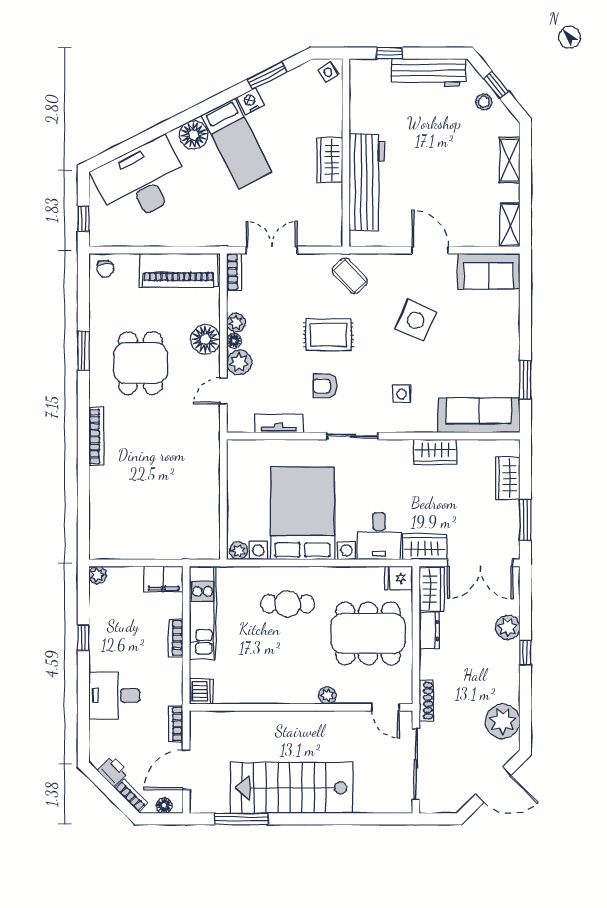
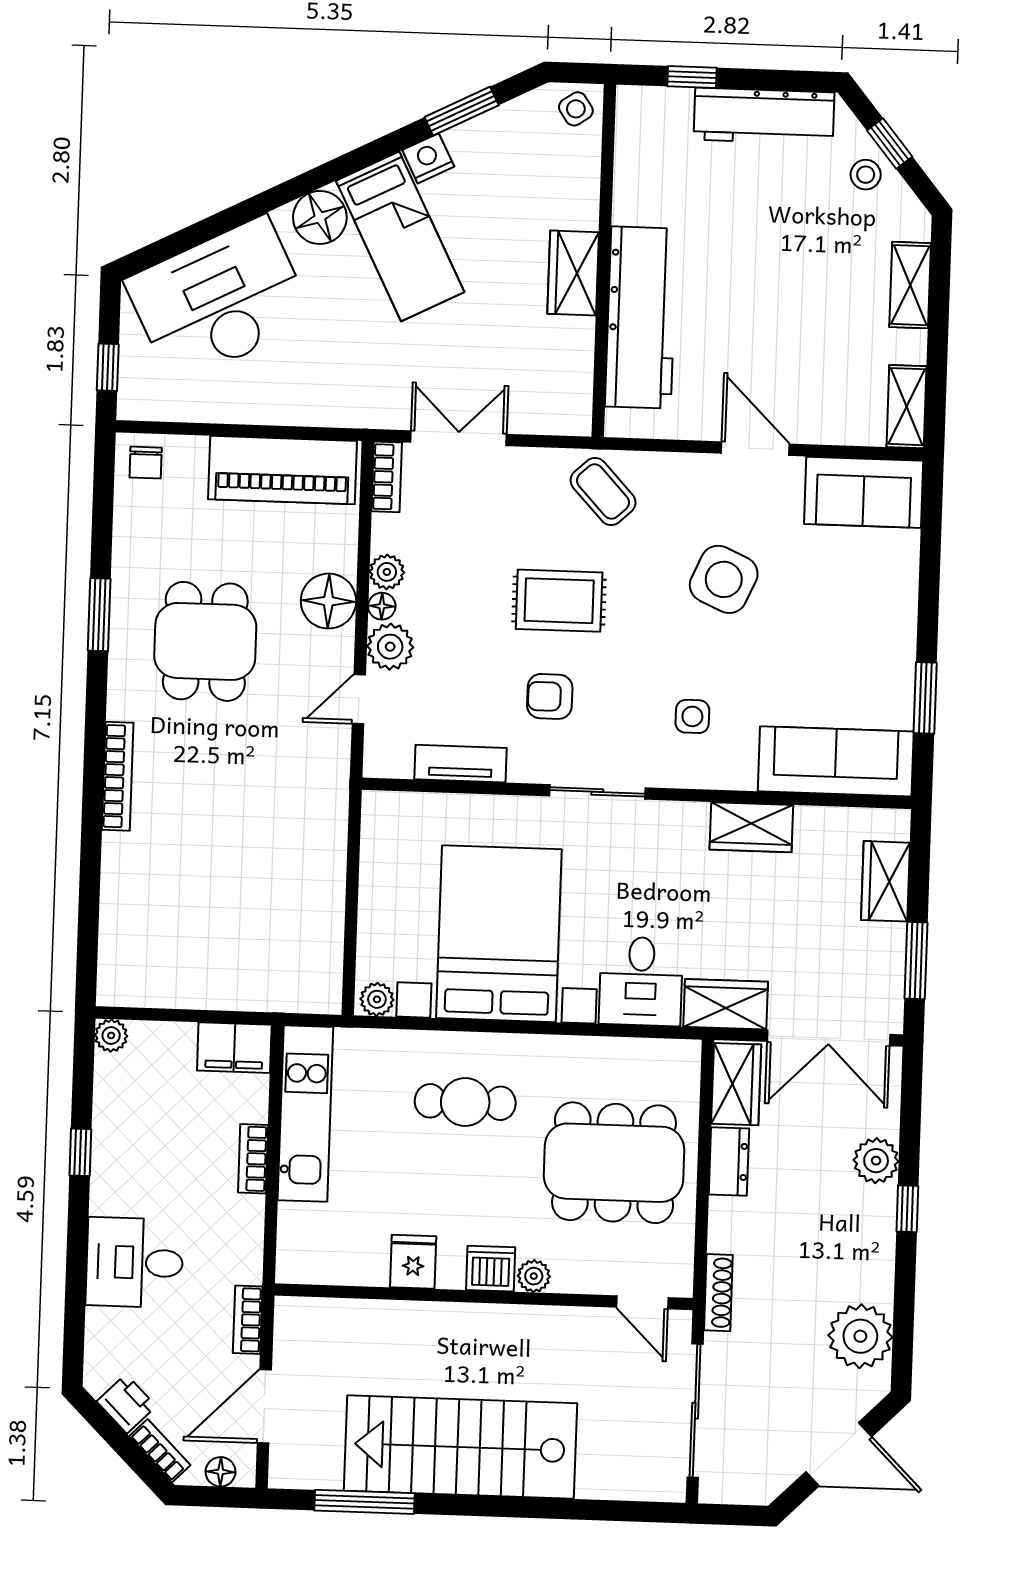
fridge: (399, 578) -> (413, 1262), moved, turned 90
dishwasher: (201, 691) -> (491, 1269), moved, turned -90

